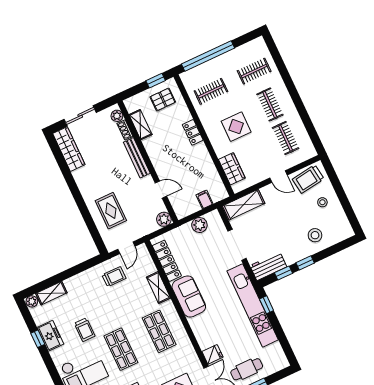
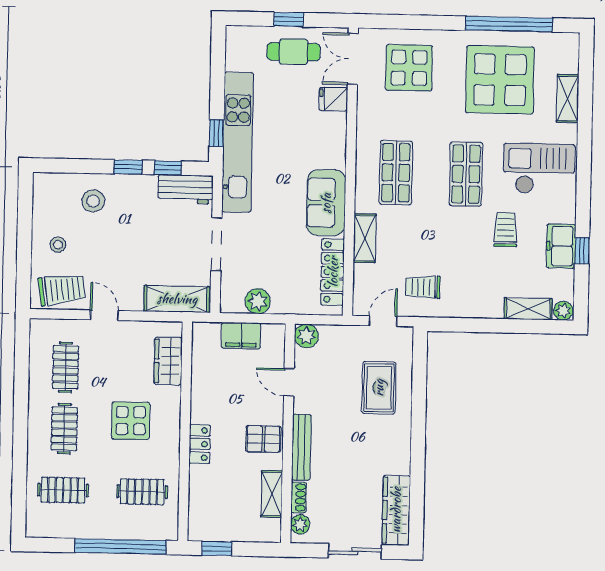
pallet: (163, 99) -> (263, 439), moved
filing cabinet: (205, 199) -> (241, 336), width x2.00

